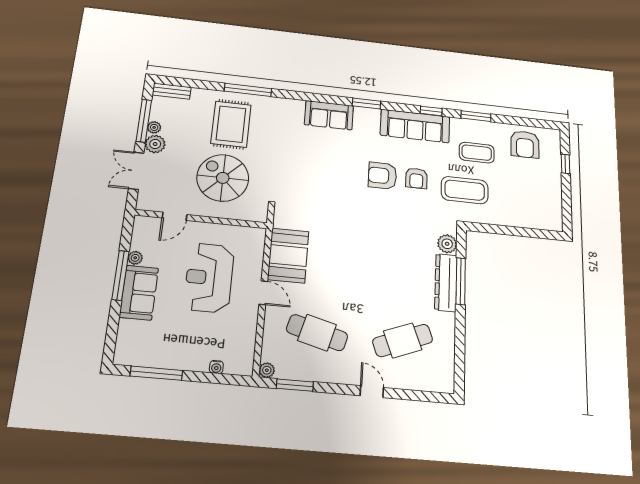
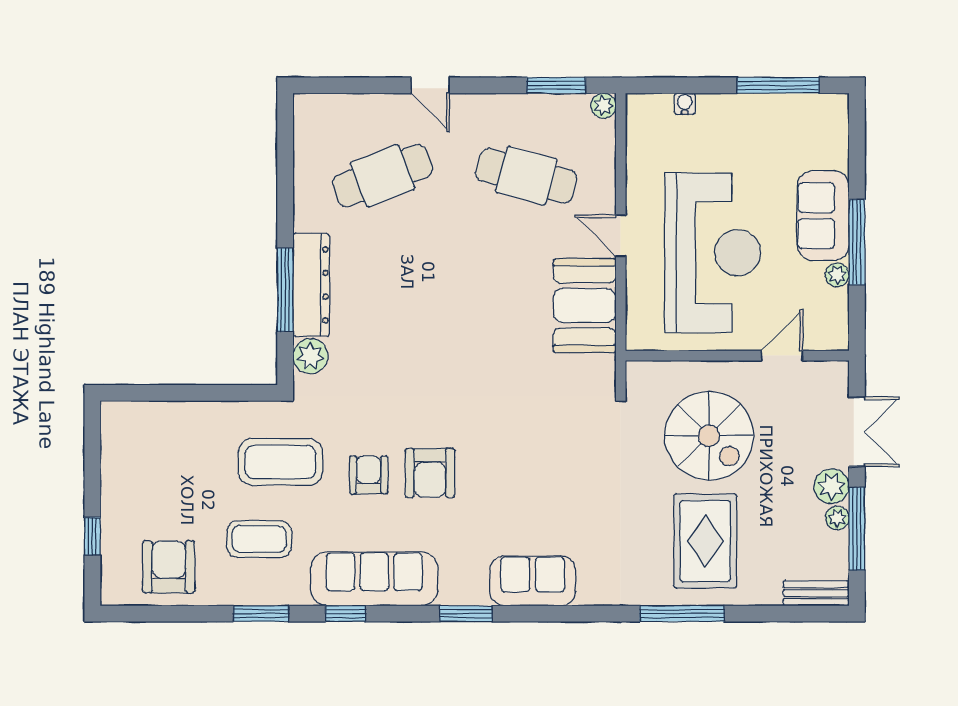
armchair: (382, 176) -> (430, 473), turned 90
reception desk: (209, 278) -> (713, 253), width x1.36, depth x1.30

